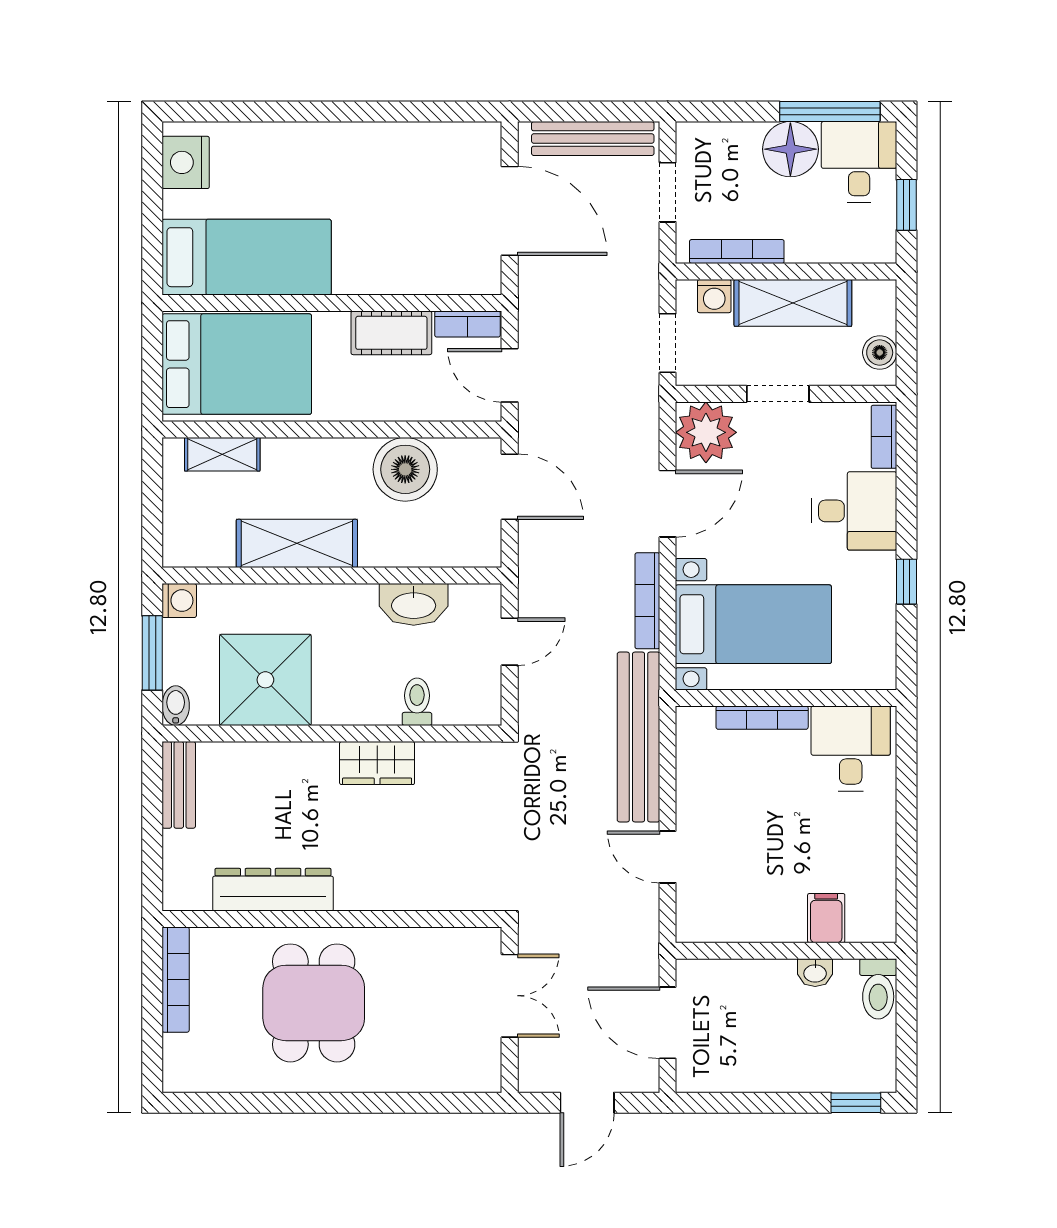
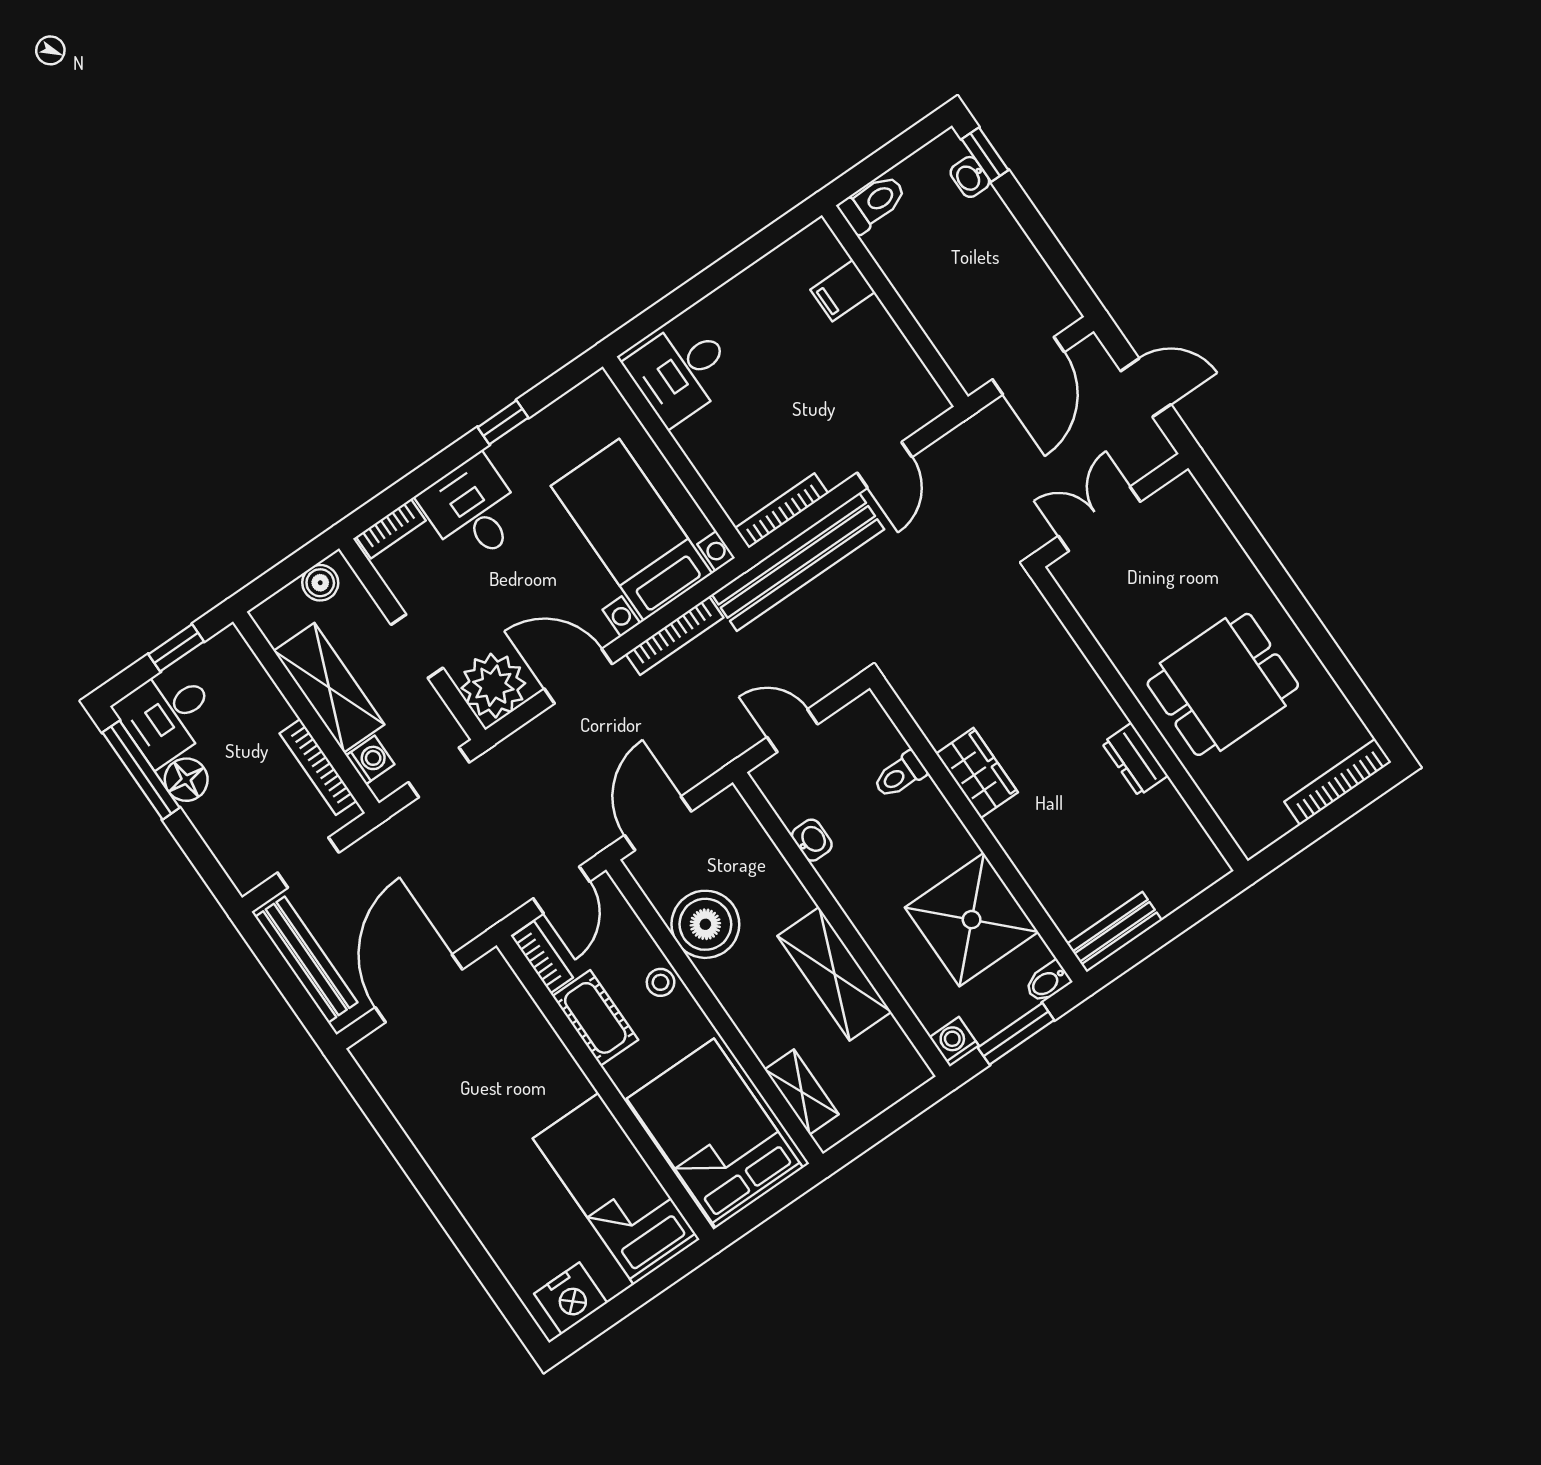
floor lamp: (790, 149) -> (186, 780), width x0.73, depth x0.73
stool: (384, 403) -> (661, 982), added
washbasin: (414, 604) -> (812, 840), width x0.52, depth x0.69
bookcase: (762, 718) -> (782, 511), moved, turned -90
dresser: (273, 890) -> (1135, 759), width x0.51, depth x0.80
washbasin: (815, 973) -> (970, 177), moved, turned 180
bookcase: (176, 980) -> (1338, 782), moved

